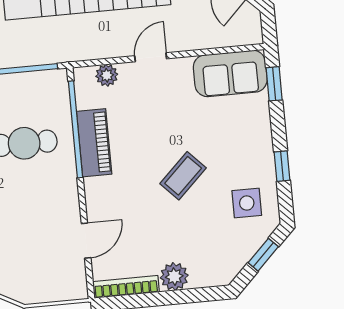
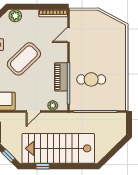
coffee table: (183, 176) -> (24, 59), width x1.86, depth x1.72
plant: (174, 277) -> (15, 16), moved

